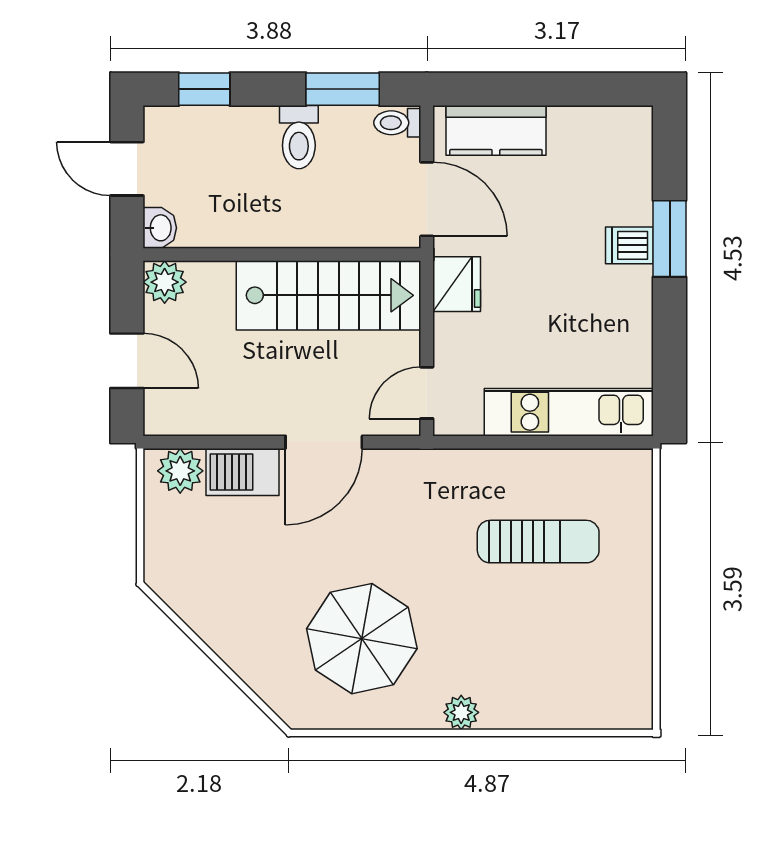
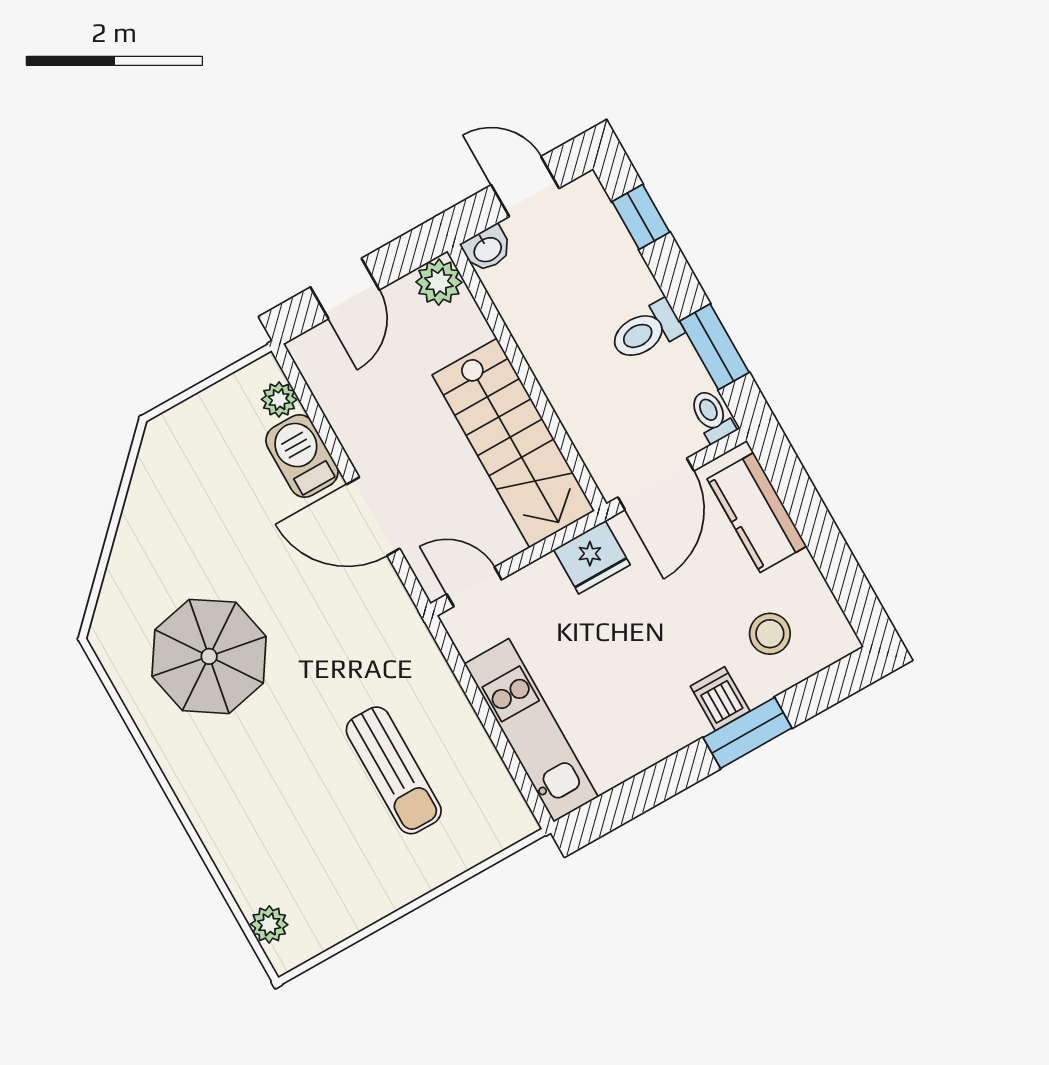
door: (127, 169) -> (525, 187), hinge flipped
stool: (600, 175) -> (770, 634), added
plant: (180, 471) -> (279, 400), width x0.73, depth x0.73
plant: (461, 712) -> (269, 924), moved

